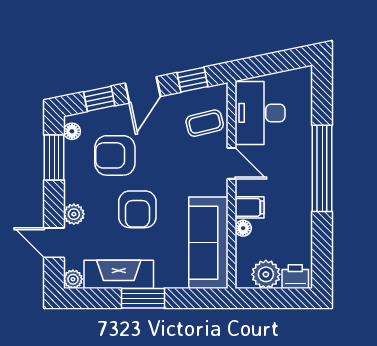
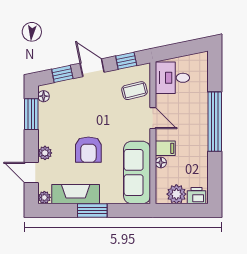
door: (143, 90) -> (92, 68), swing flipped
desk: (260, 113) -> (172, 78), width x0.73
armchair: (115, 155) -> (73, 113), removed

